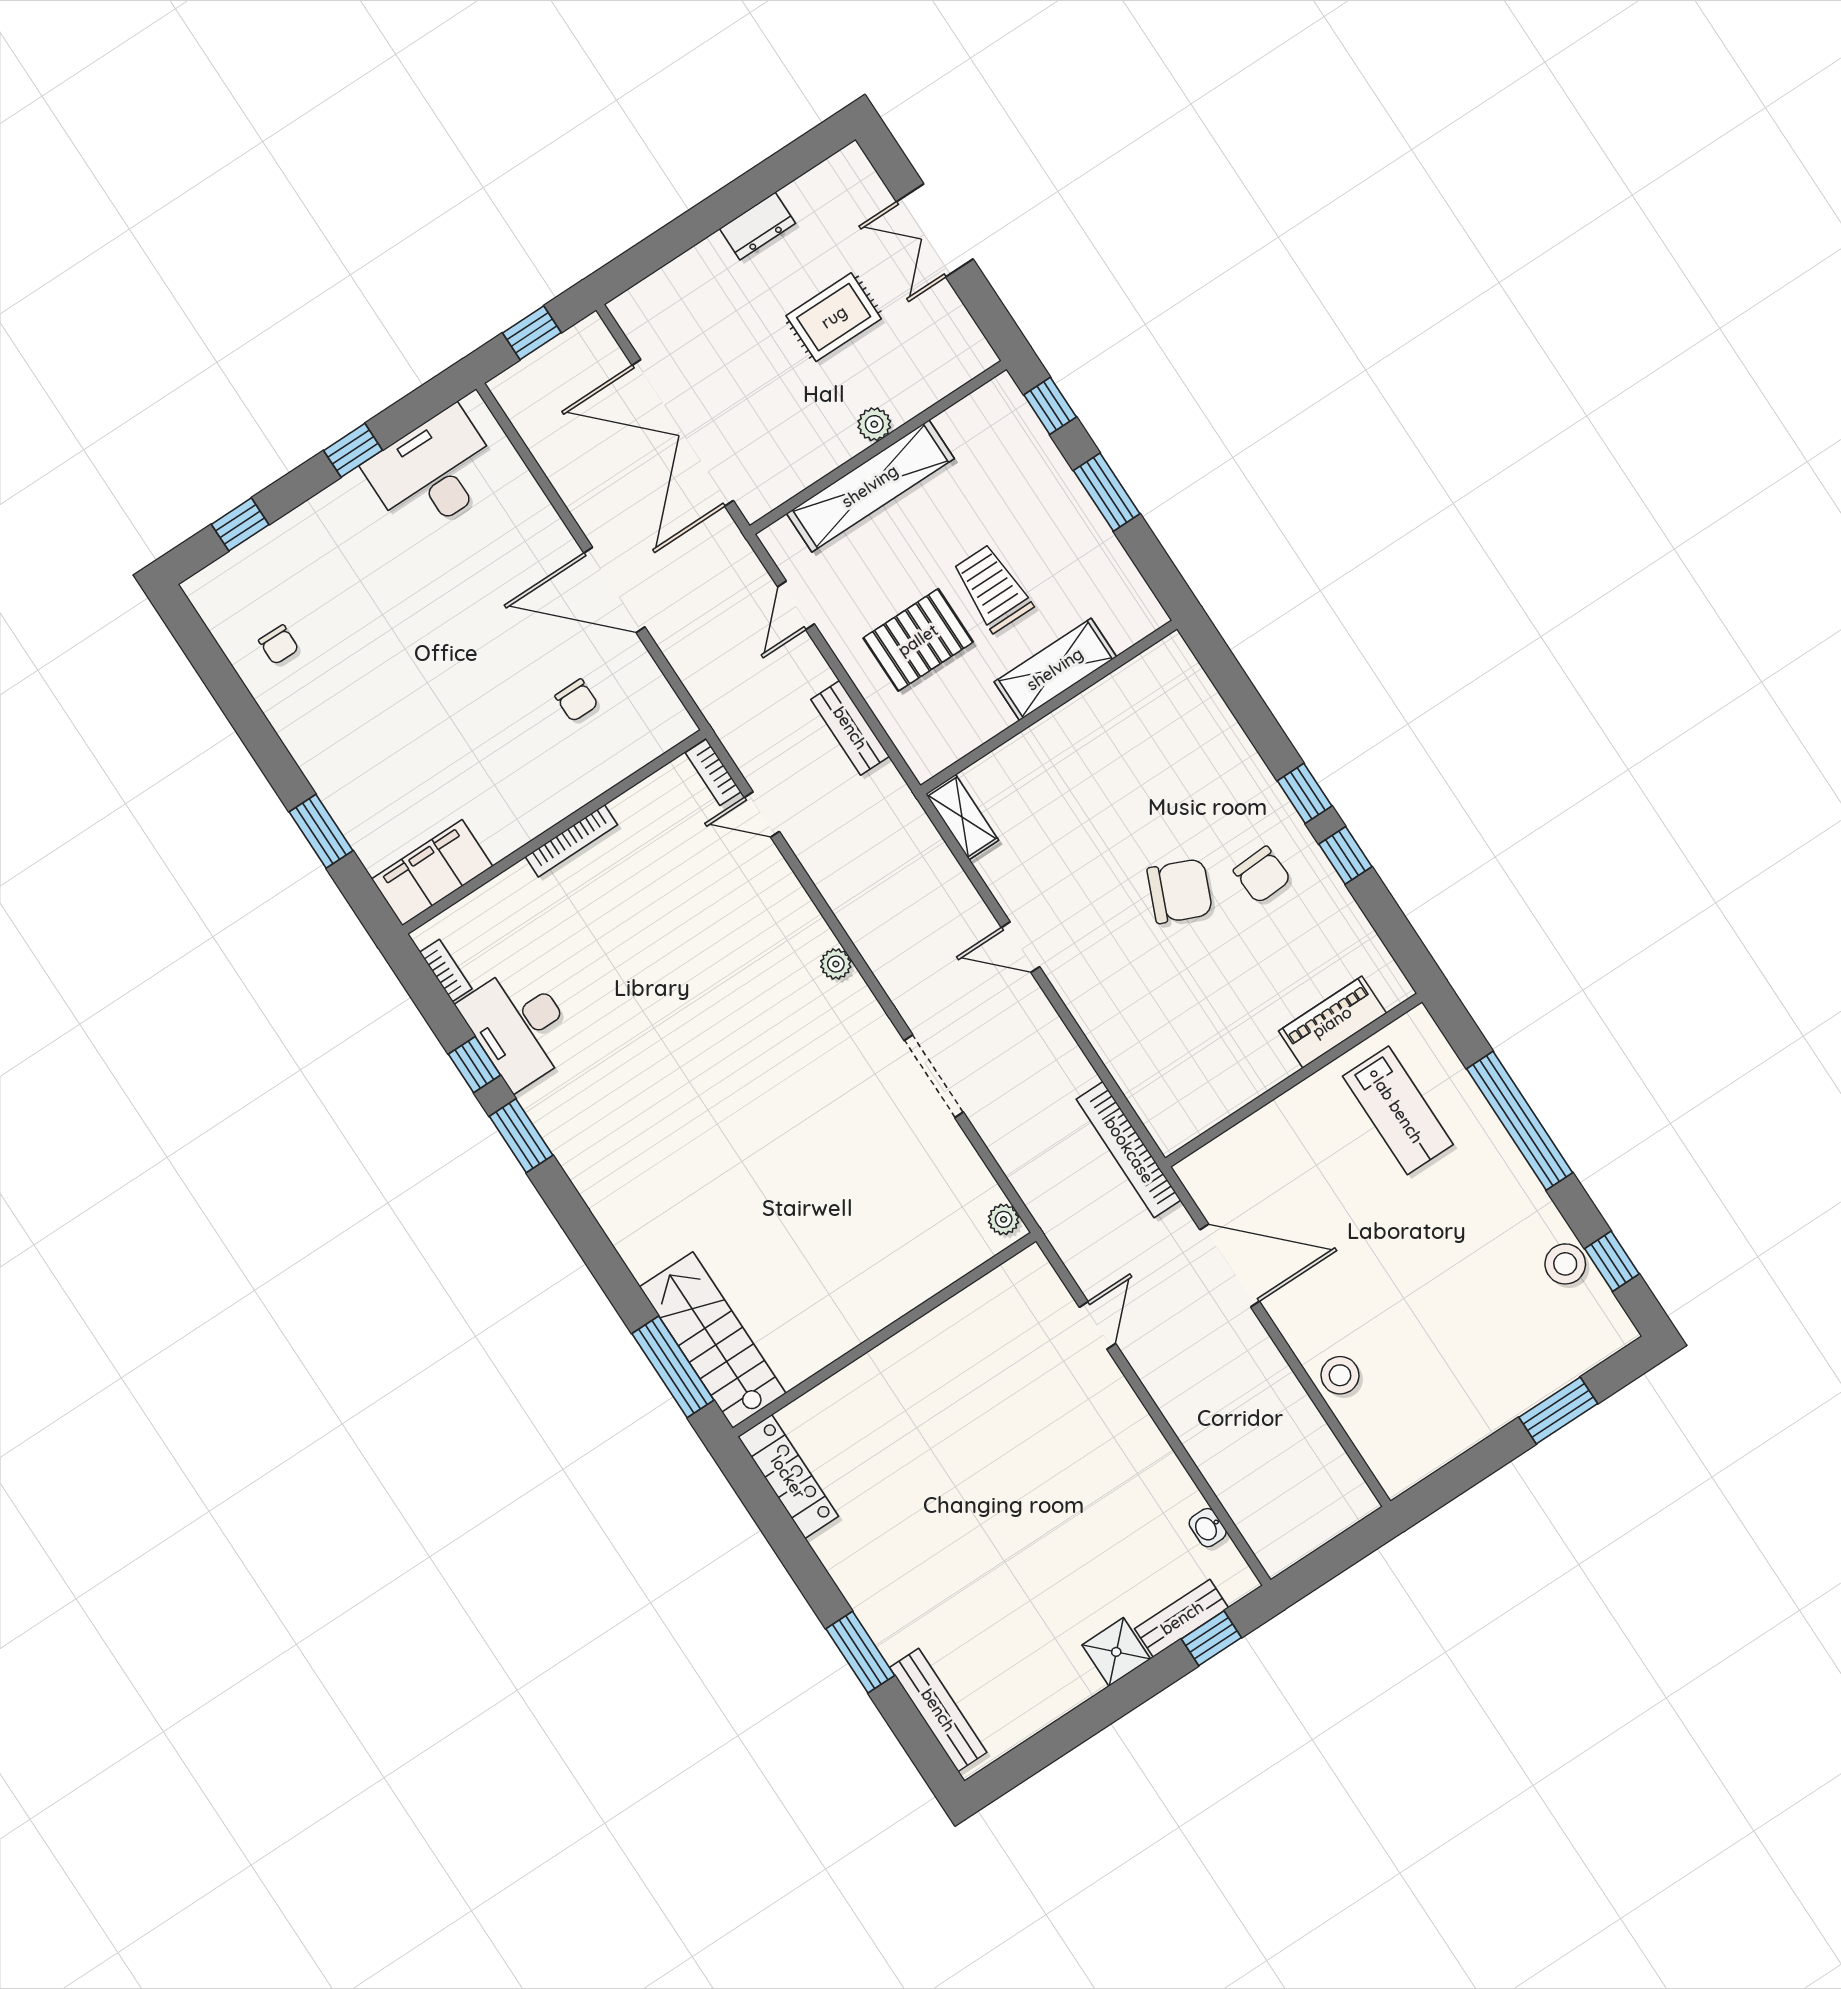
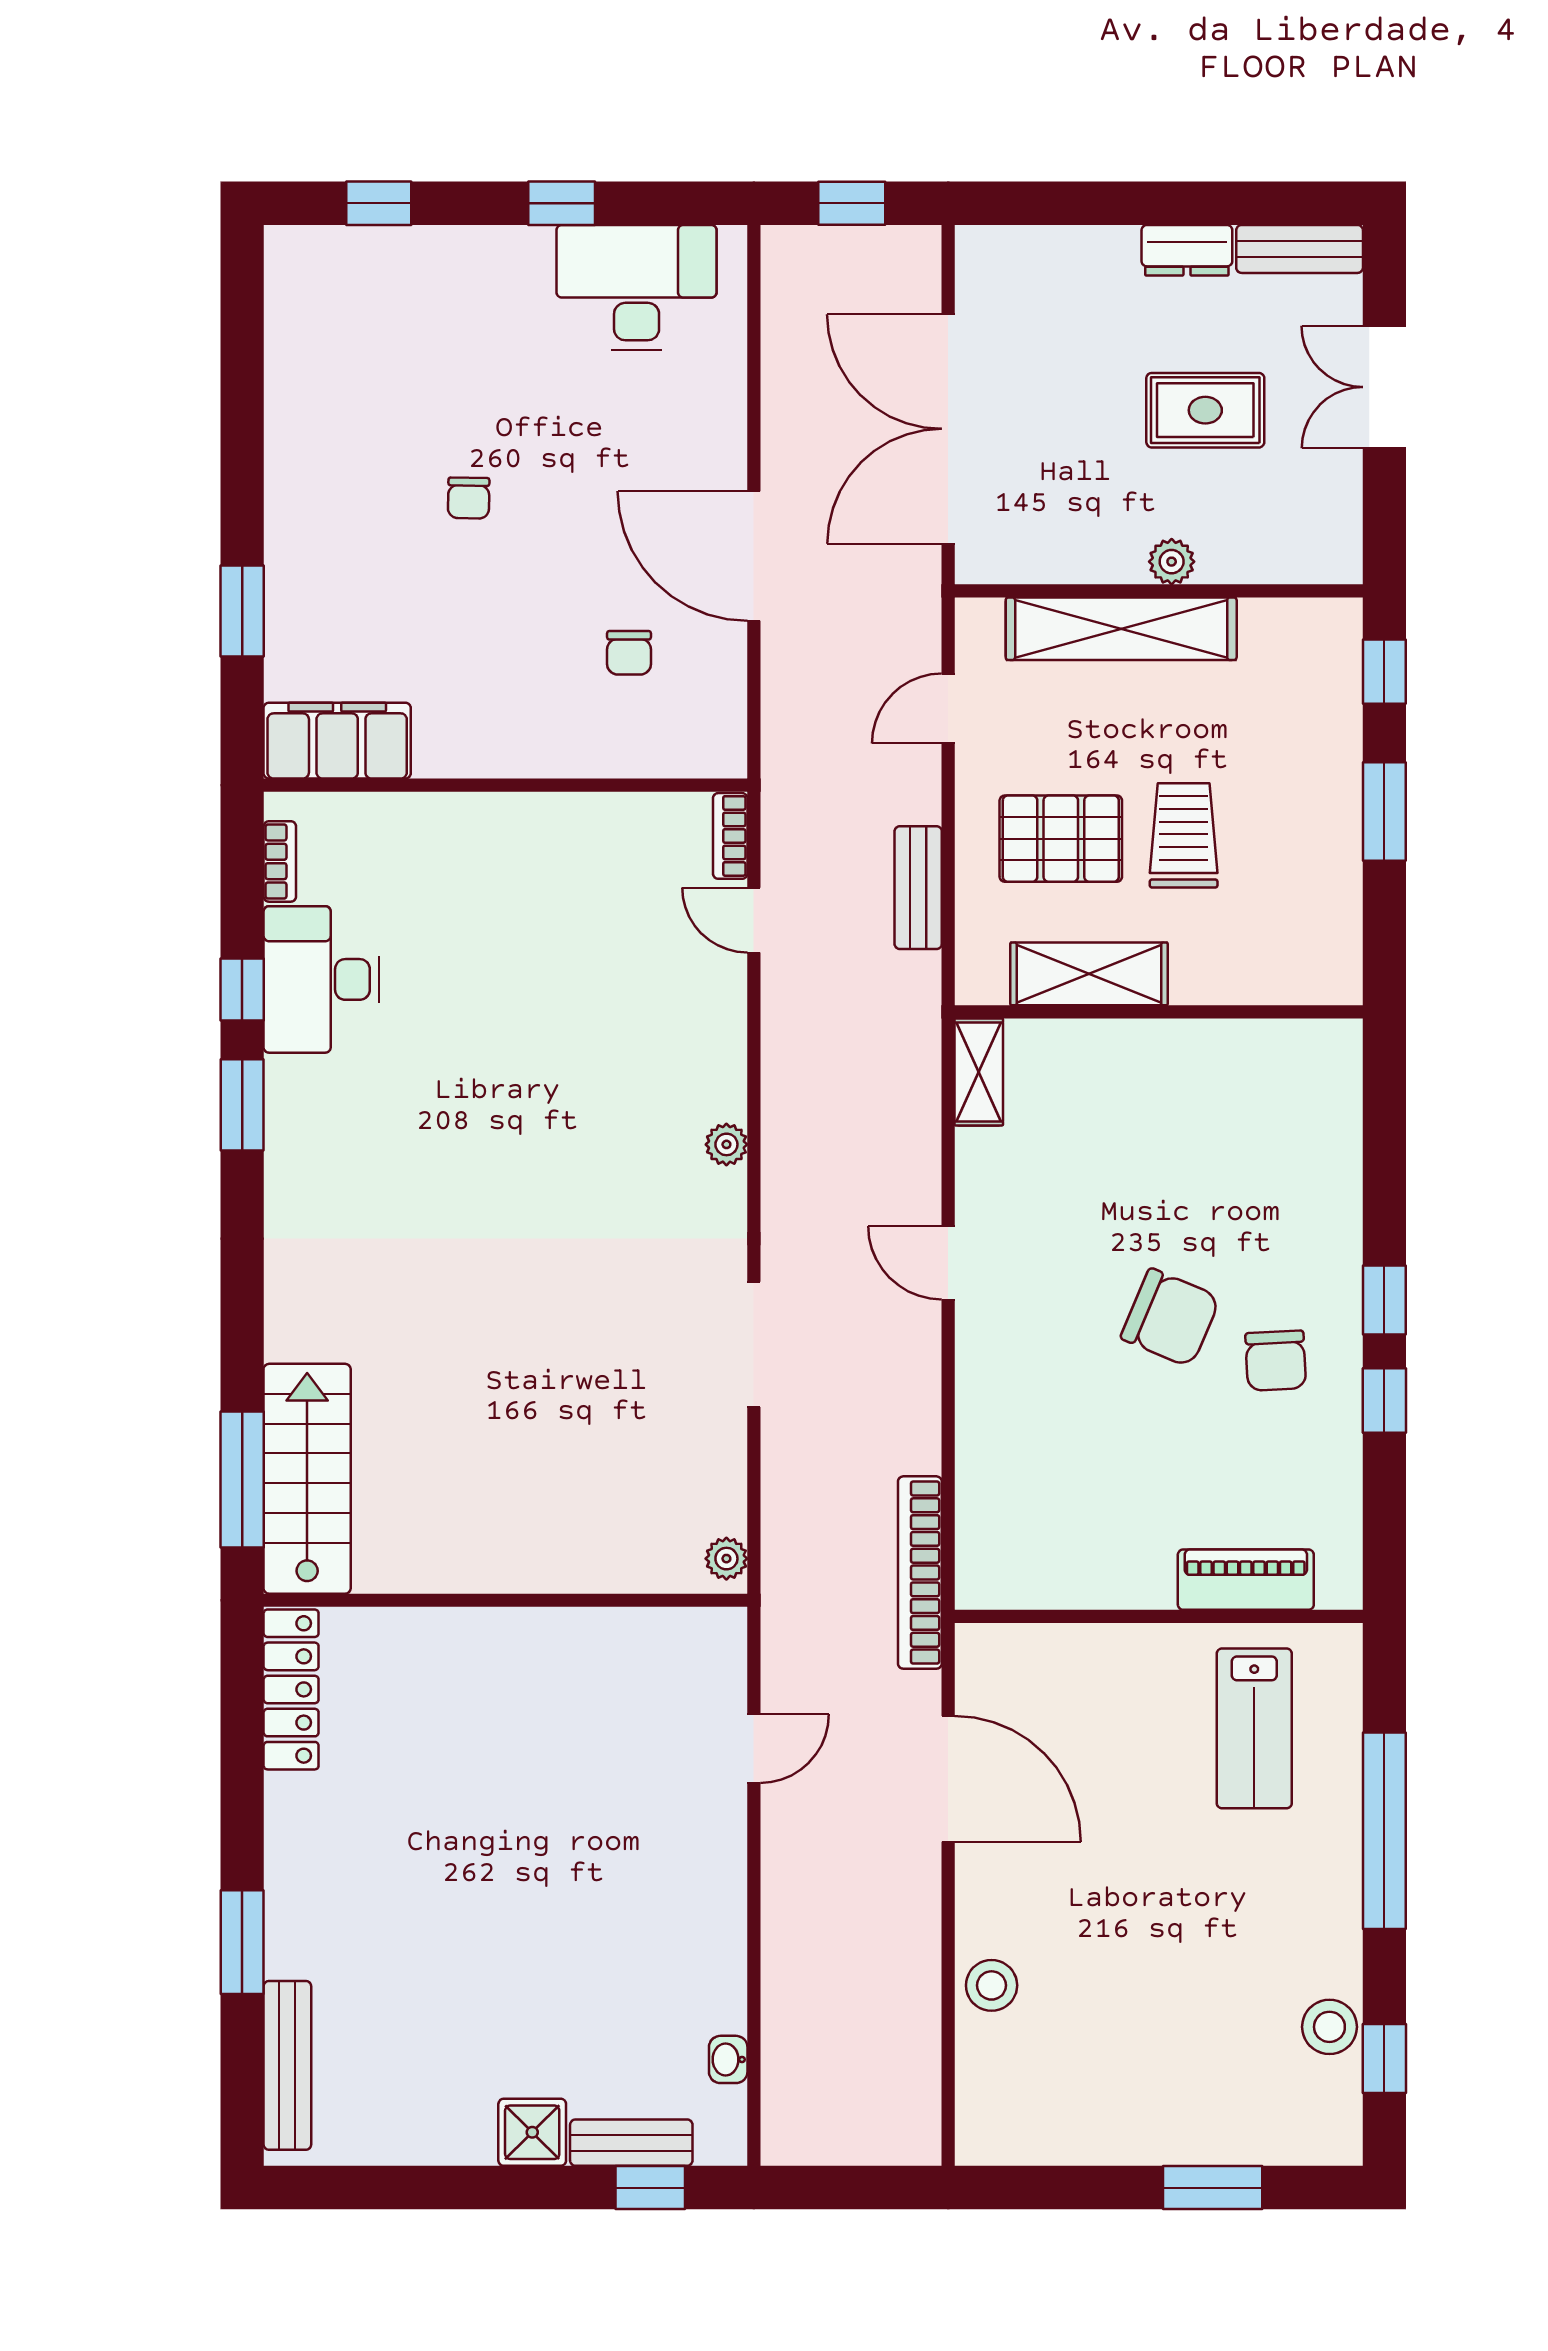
bench: (827, 180) -> (1300, 249), added
chair: (279, 645) -> (469, 498), moved
shelving: (1055, 669) -> (1089, 974), moved
bookcase: (571, 841) -> (518, 808), removed

